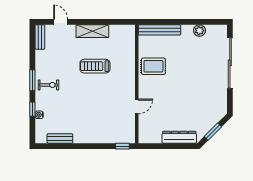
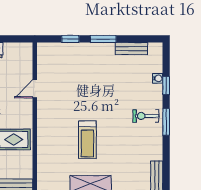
treadmill: (95, 66) -> (87, 140), turned 90
window: (82, 146) -> (103, 39), added
window: (122, 146) -> (70, 39), moved

